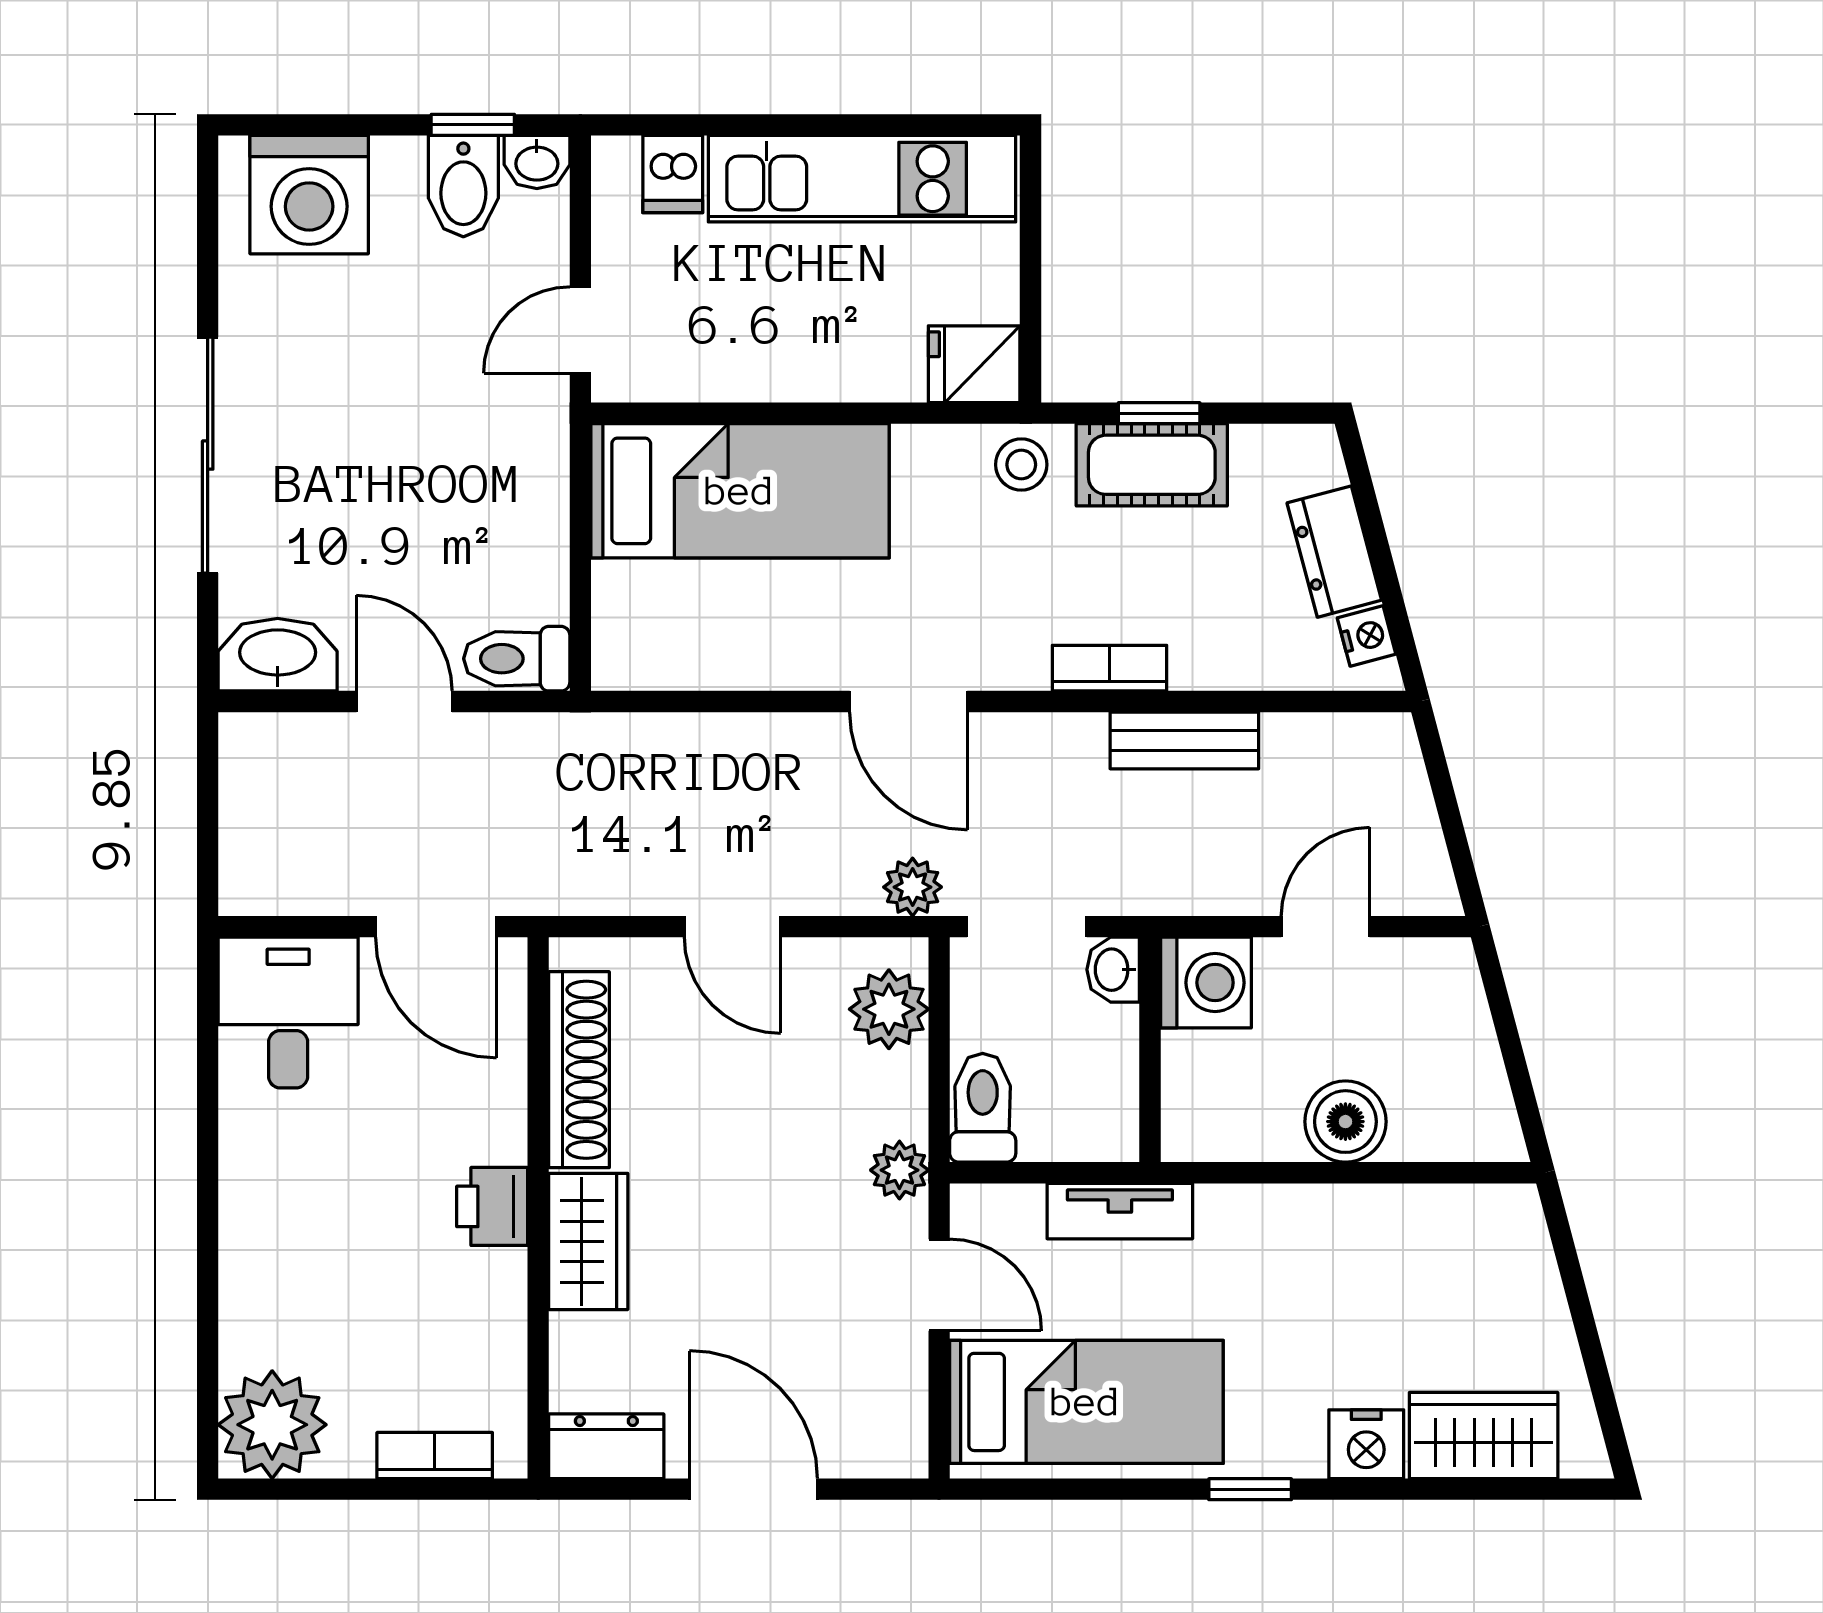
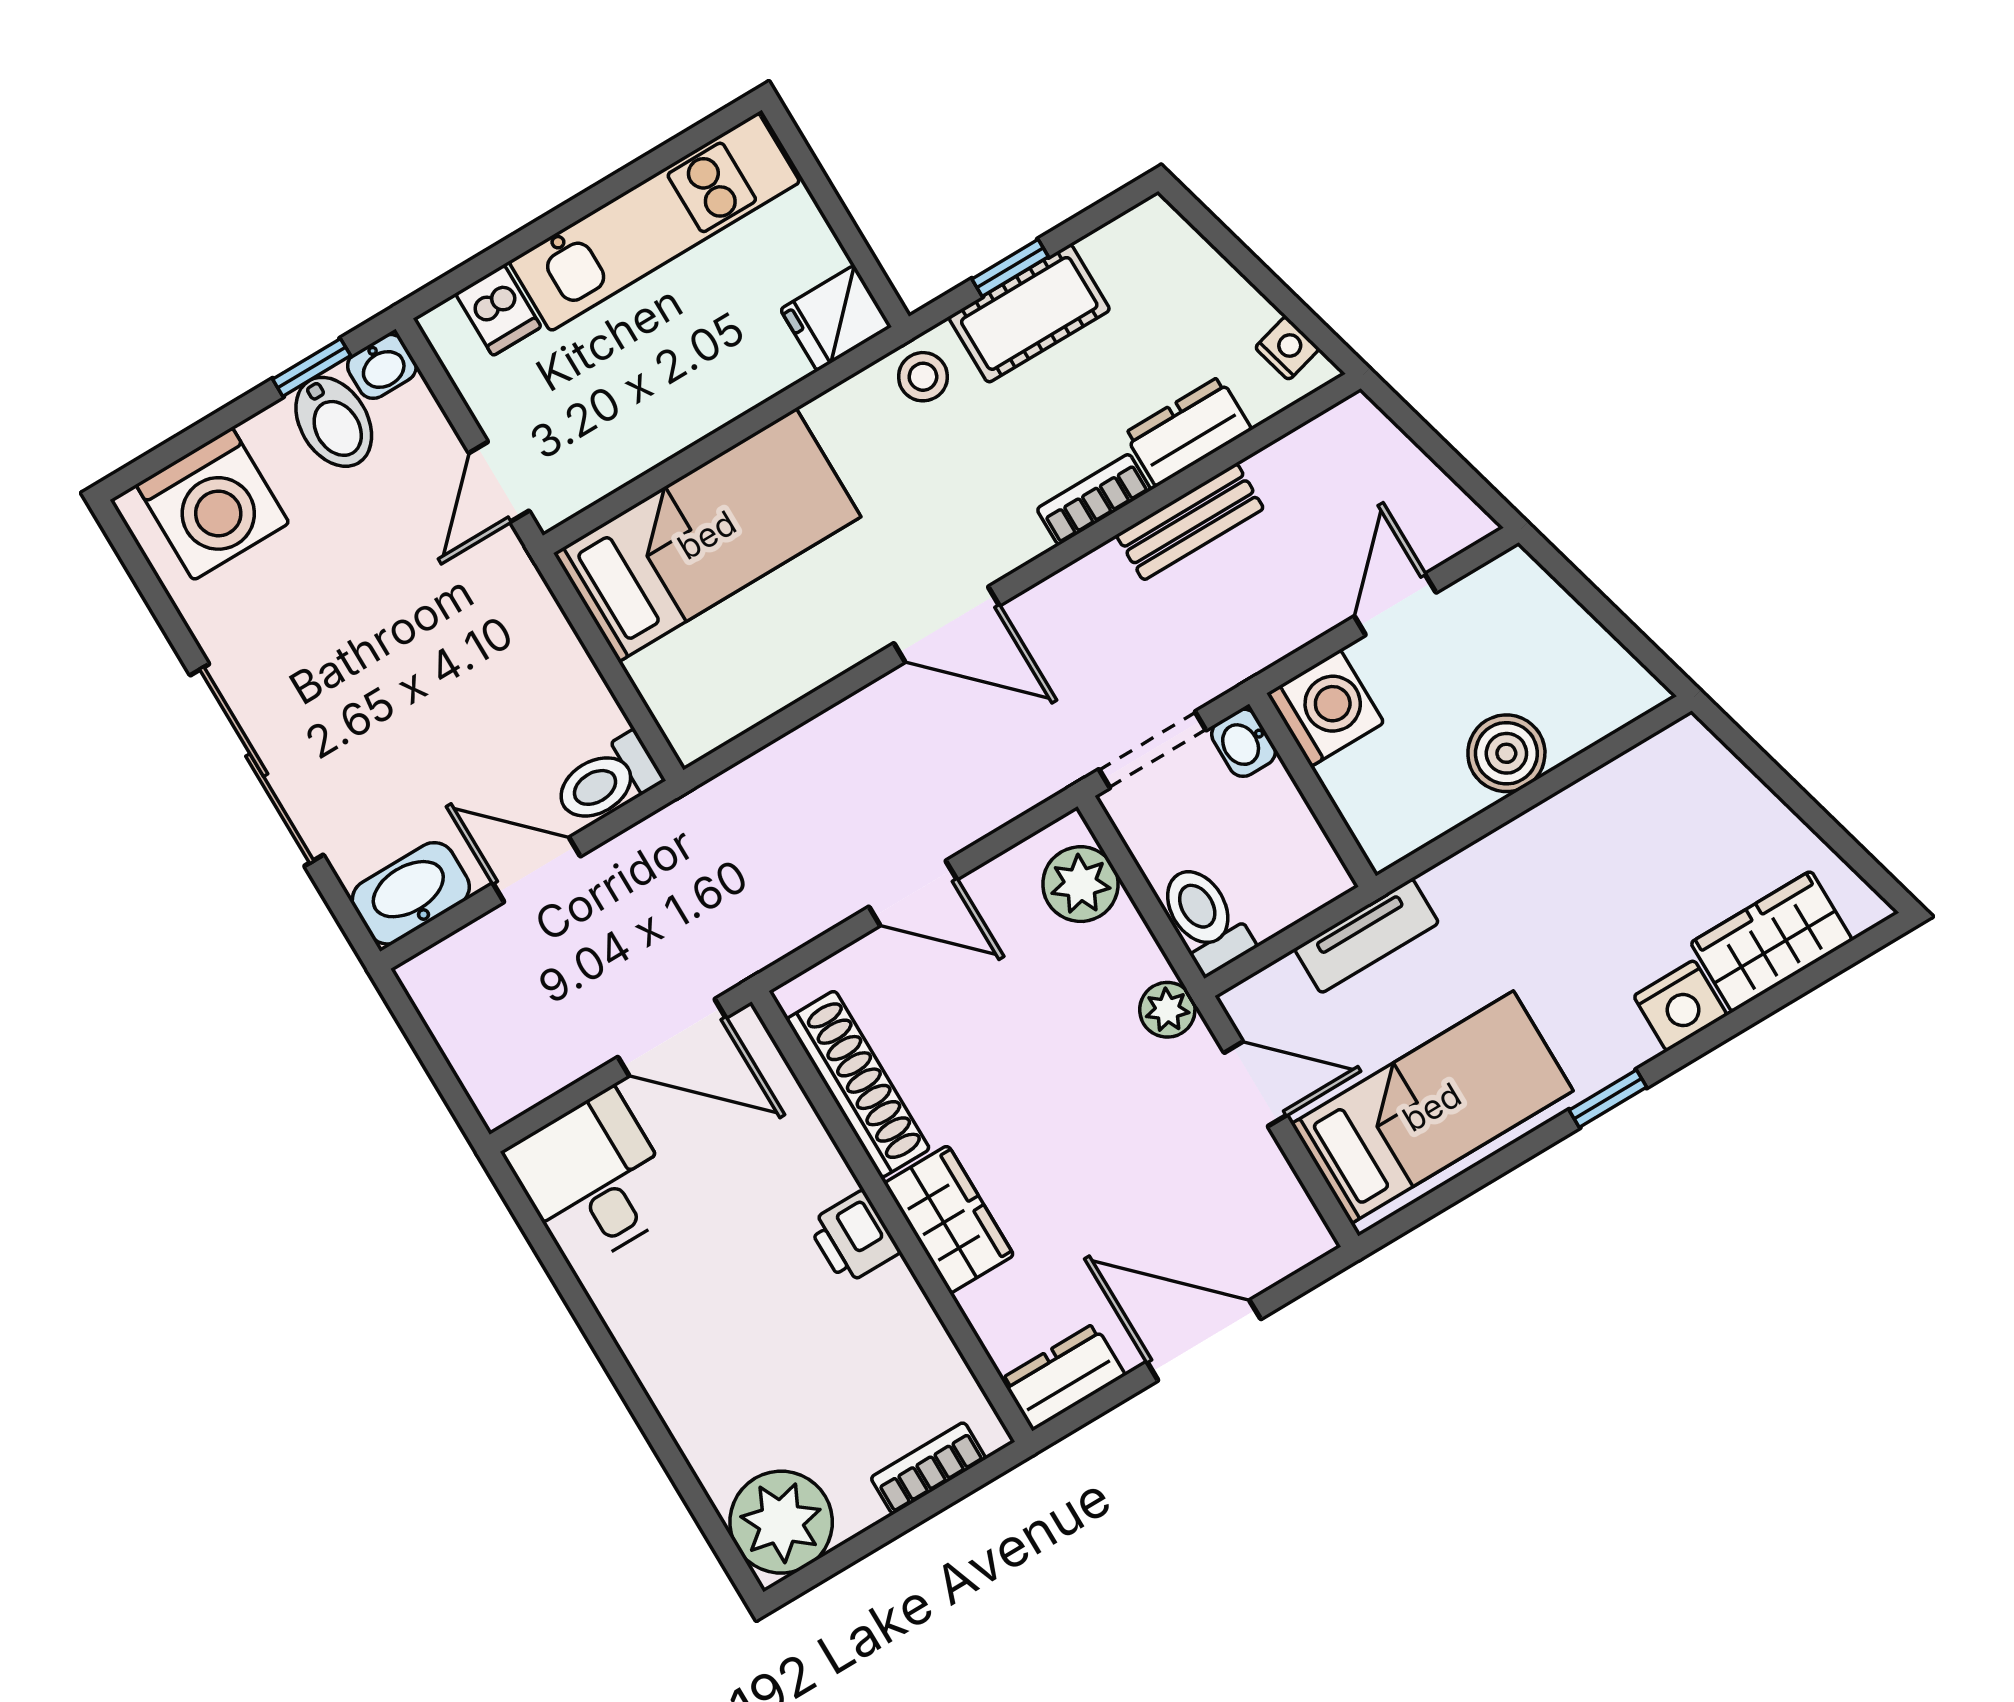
dresser: (1334, 552) -> (1188, 432), moved, turned 105
plant: (913, 887) -> (1040, 773), removed

